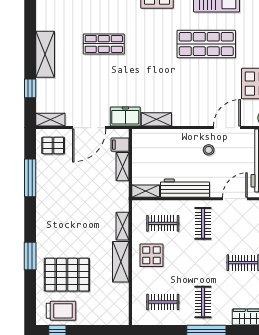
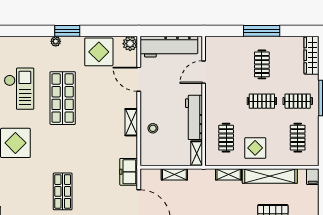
shelving: (156, 119) -> (131, 122), moved
filing cabinet: (120, 145) -> (313, 177), moved
stool: (209, 150) -> (153, 128), moved
door: (235, 199) -> (204, 72), hinge flipped
clothes rail: (203, 223) -> (262, 101), moved
shelving: (121, 262) -> (270, 176), width x1.47

